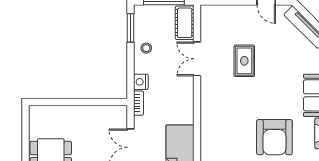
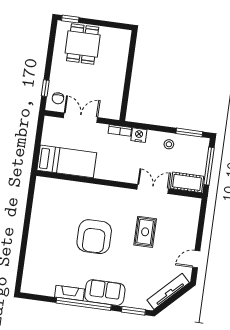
rug: (244, 61) -> (145, 232), turned 90
armchair: (274, 137) -> (94, 237), moved, turned -90

